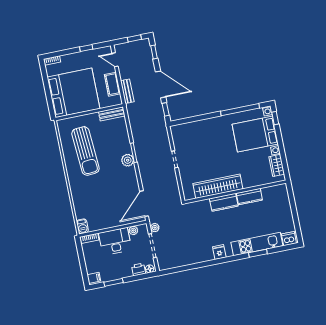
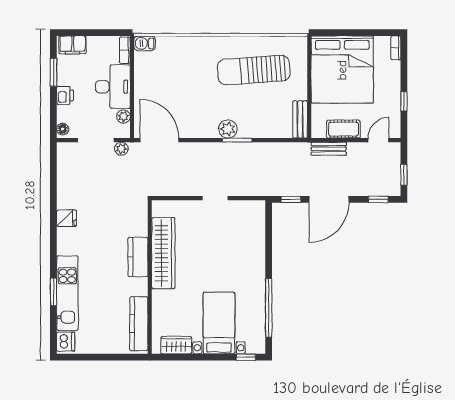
bed with nightstands: (255, 134) -> (219, 323), width x0.73
kitchen counter: (249, 197) -> (139, 324), moved, width x1.50
fridge: (219, 252) -> (67, 218), moved
printer: (139, 269) -> (65, 95), moved
filing cabinet: (94, 278) -> (73, 45), width x2.00

